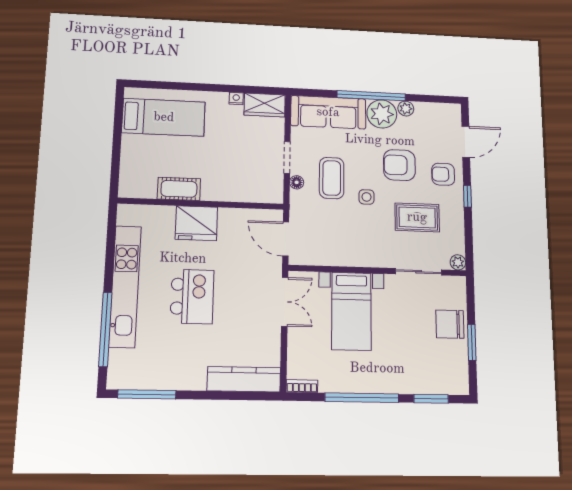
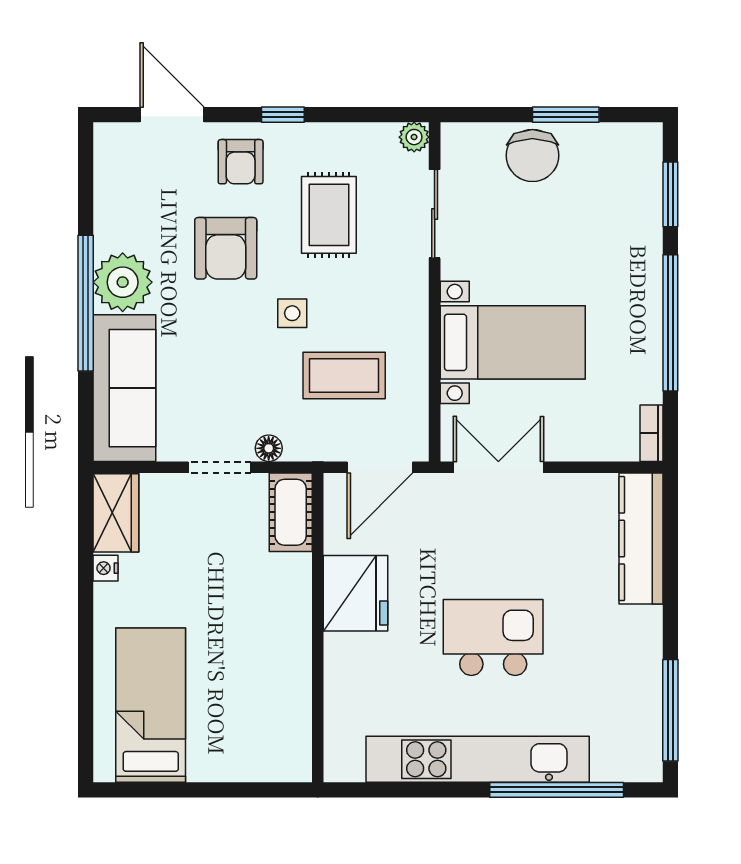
plant: (406, 109) -> (109, 234), removed
coffee table: (332, 178) -> (344, 376), moved
cot: (179, 189) -> (291, 512), moved
fridge: (196, 223) -> (355, 593), moved

